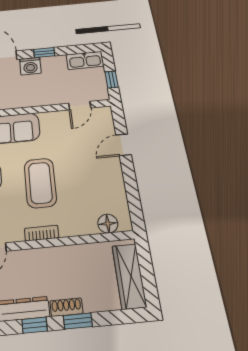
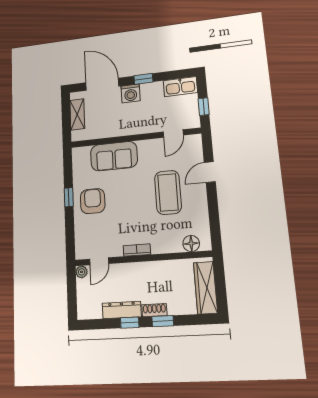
coffee table: (40, 183) -> (168, 192), moved

